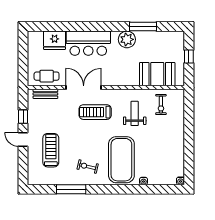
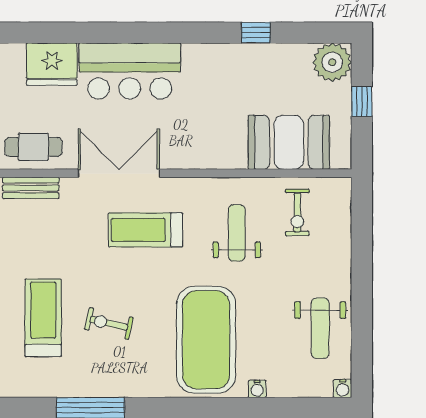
window: (143, 27) -> (256, 33), width x0.46
plant: (127, 39) -> (332, 62), moved
weight bench: (171, 155) -> (320, 328), added
exercise bike: (88, 167) -> (109, 323), moved

